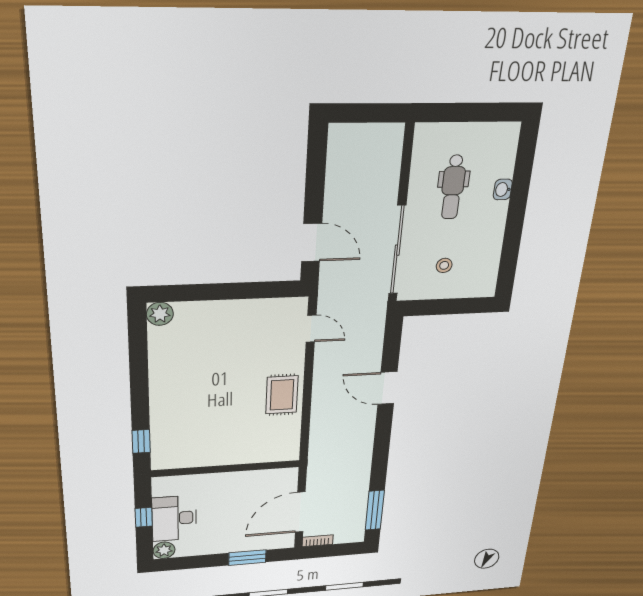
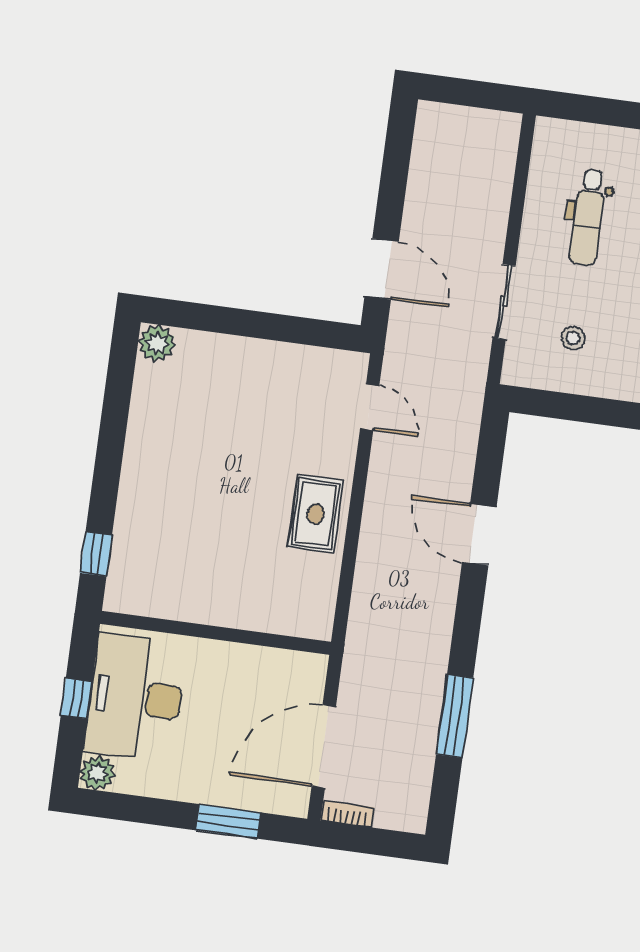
sliding door: (397, 250) -> (504, 302), width x0.54
window: (375, 510) -> (455, 716), moved
desk: (174, 518) -> (135, 697), width x1.36, depth x1.30

